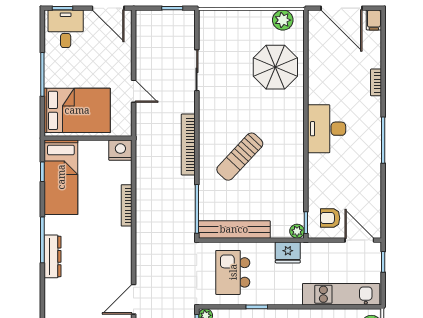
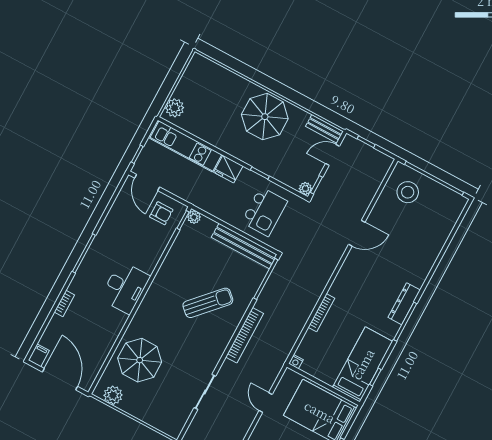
nightstand: (120, 150) -> (296, 362), width x0.53, depth x0.56
fridge: (288, 252) -> (228, 169), moved, turned 180

